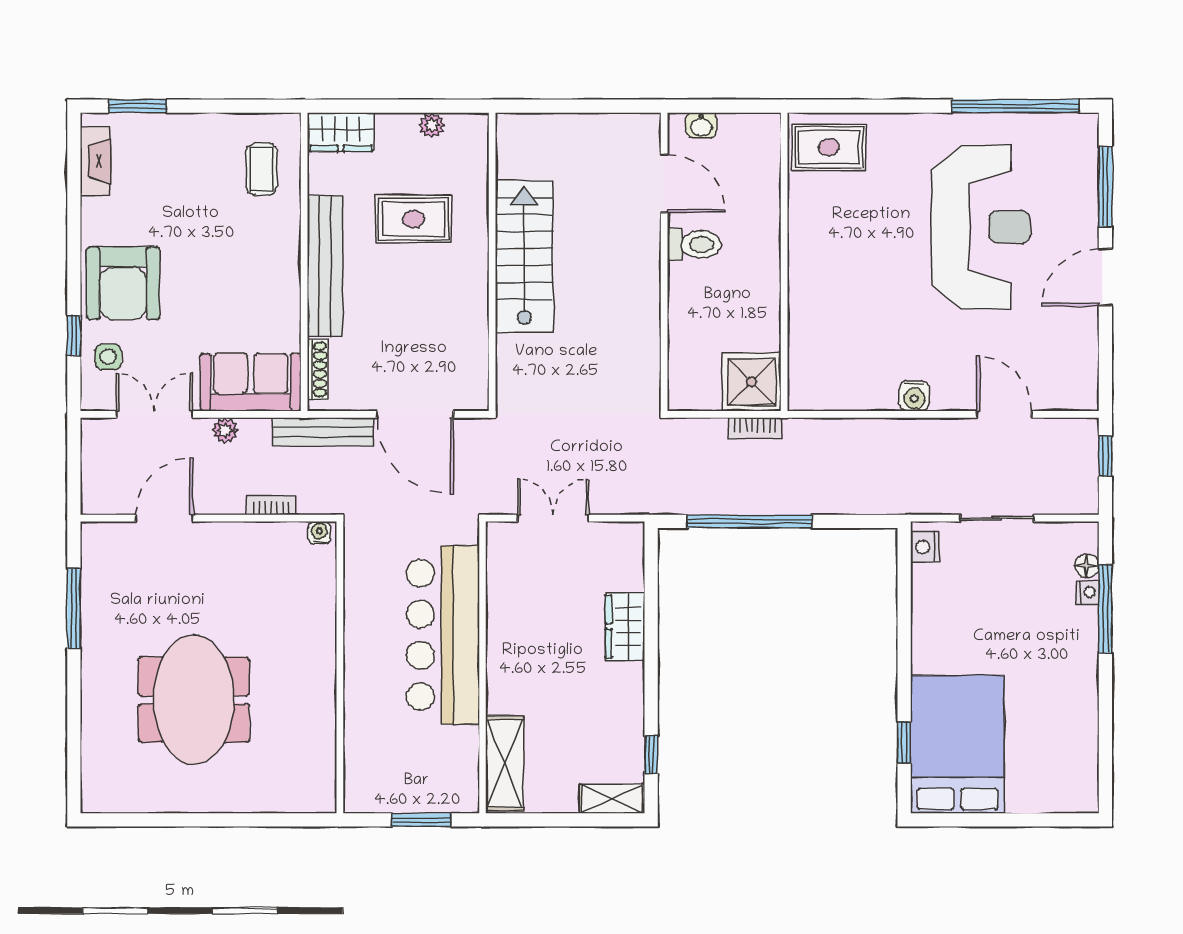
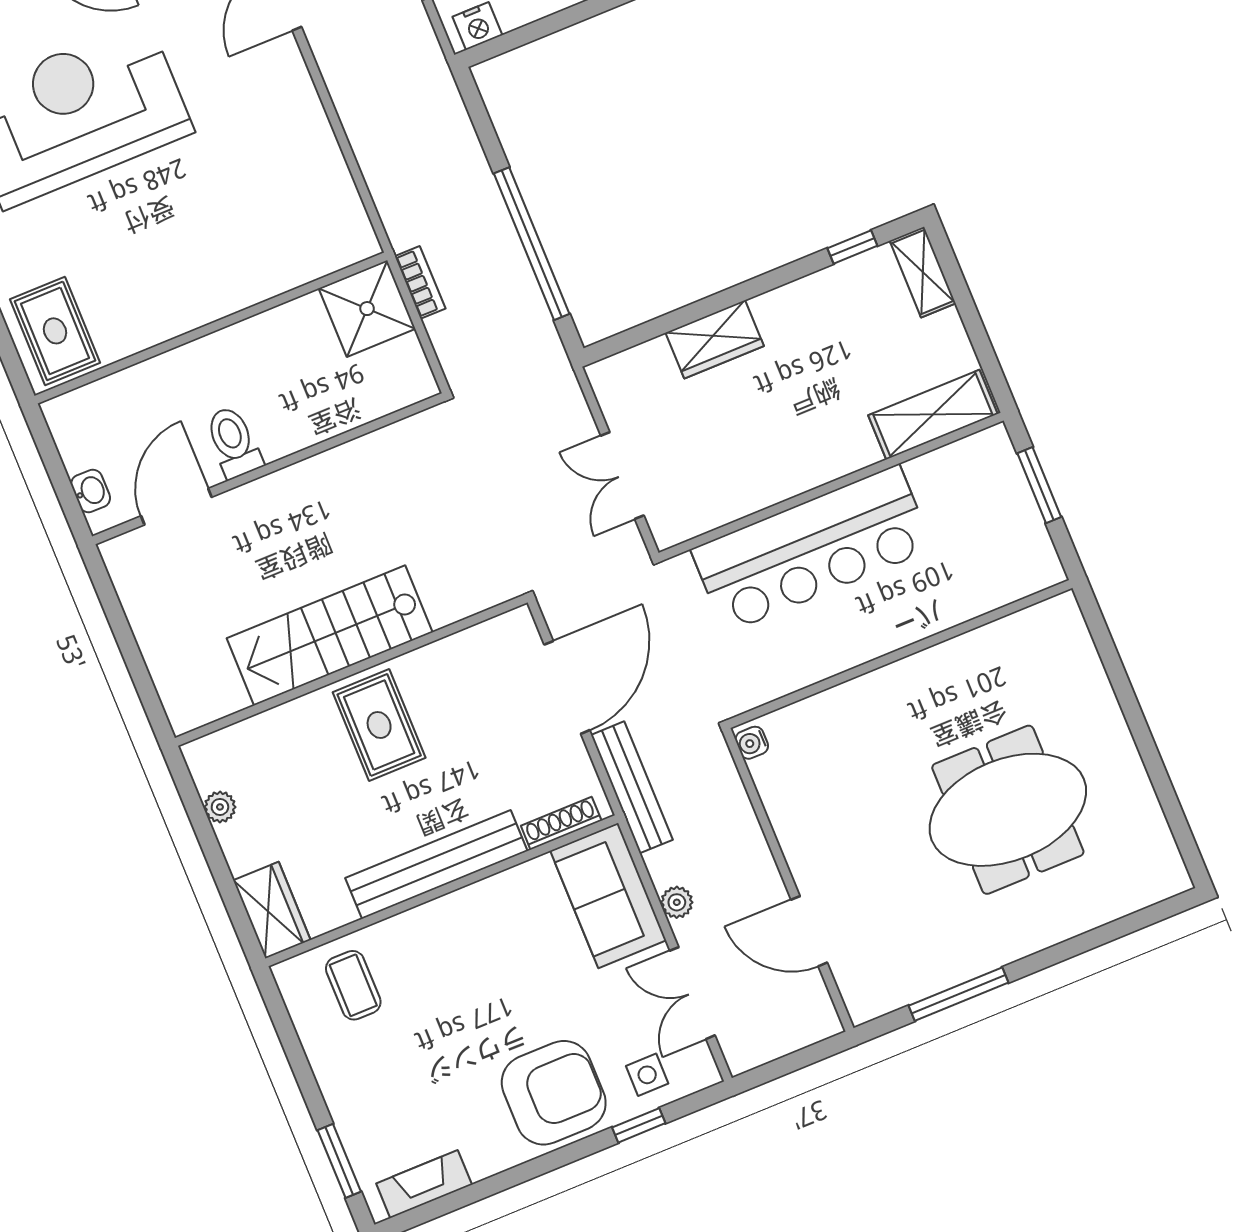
coffee table: (262, 169) -> (353, 985), turned 90
rug: (413, 219) -> (379, 725), moved
water cooler: (914, 396) -> (305, 111), removed
bookcase: (271, 505) -> (742, 812), removed

